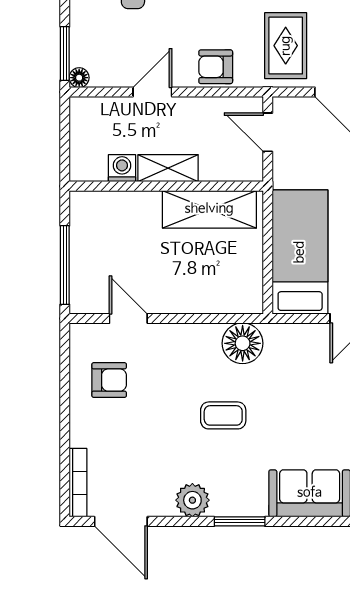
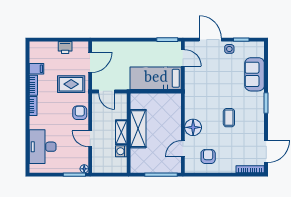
armchair: (216, 67) -> (80, 113), turned 180
door: (268, 132) -> (107, 91), hinge flipped
shelving: (209, 209) -> (138, 129), moved
floor lamp: (243, 343) -> (193, 127), moved
coffee table: (223, 415) -> (229, 118), moved
plant: (192, 500) -> (257, 122), removed

